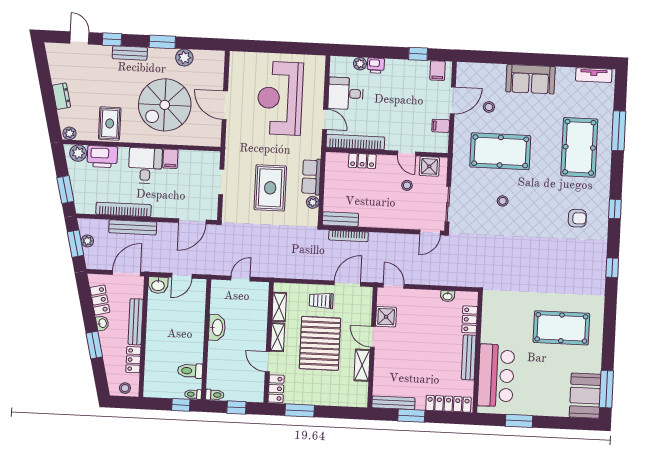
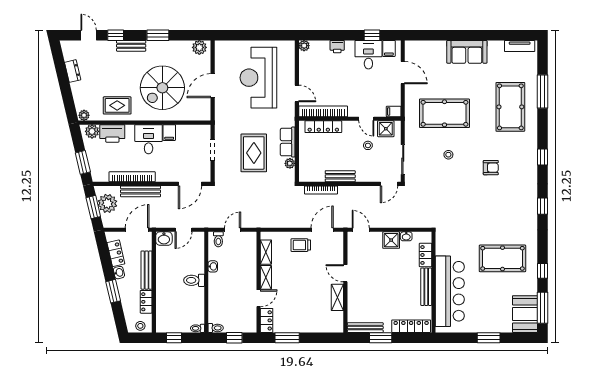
plant: (184, 58) -> (199, 47), moved
plant: (360, 64) -> (304, 46), moved
desk: (346, 93) -> (368, 55), moved, turned 90
dresser: (61, 96) -> (73, 71), moved
door: (453, 100) -> (403, 73), hinge flipped
door: (225, 105) -> (213, 86), hinge flipped
stool: (489, 107) -> (433, 77), removed
rug: (110, 123) -> (117, 105), turned 90
filing cabinet: (441, 126) -> (394, 111), moved
locker: (362, 161) -> (323, 127), width x1.53
armchair: (577, 218) -> (491, 168), moved
bench: (340, 219) -> (340, 176), moved
plant: (87, 241) -> (107, 203), width x1.87, depth x1.87
toilet: (223, 289) -> (218, 239), added
shower: (386, 317) -> (391, 240), moved
washbasin: (217, 327) -> (213, 266), width x0.52, depth x0.69
pallet: (320, 343) -> (301, 281), removed
window: (609, 345) -> (543, 271), added
door: (268, 362) -> (259, 298), swing flipped
toilet: (190, 371) -> (194, 280), moved
bar counter: (496, 375) -> (450, 291), width x1.36
window: (181, 405) -> (174, 338), moved
window: (519, 421) -> (489, 338), moved

